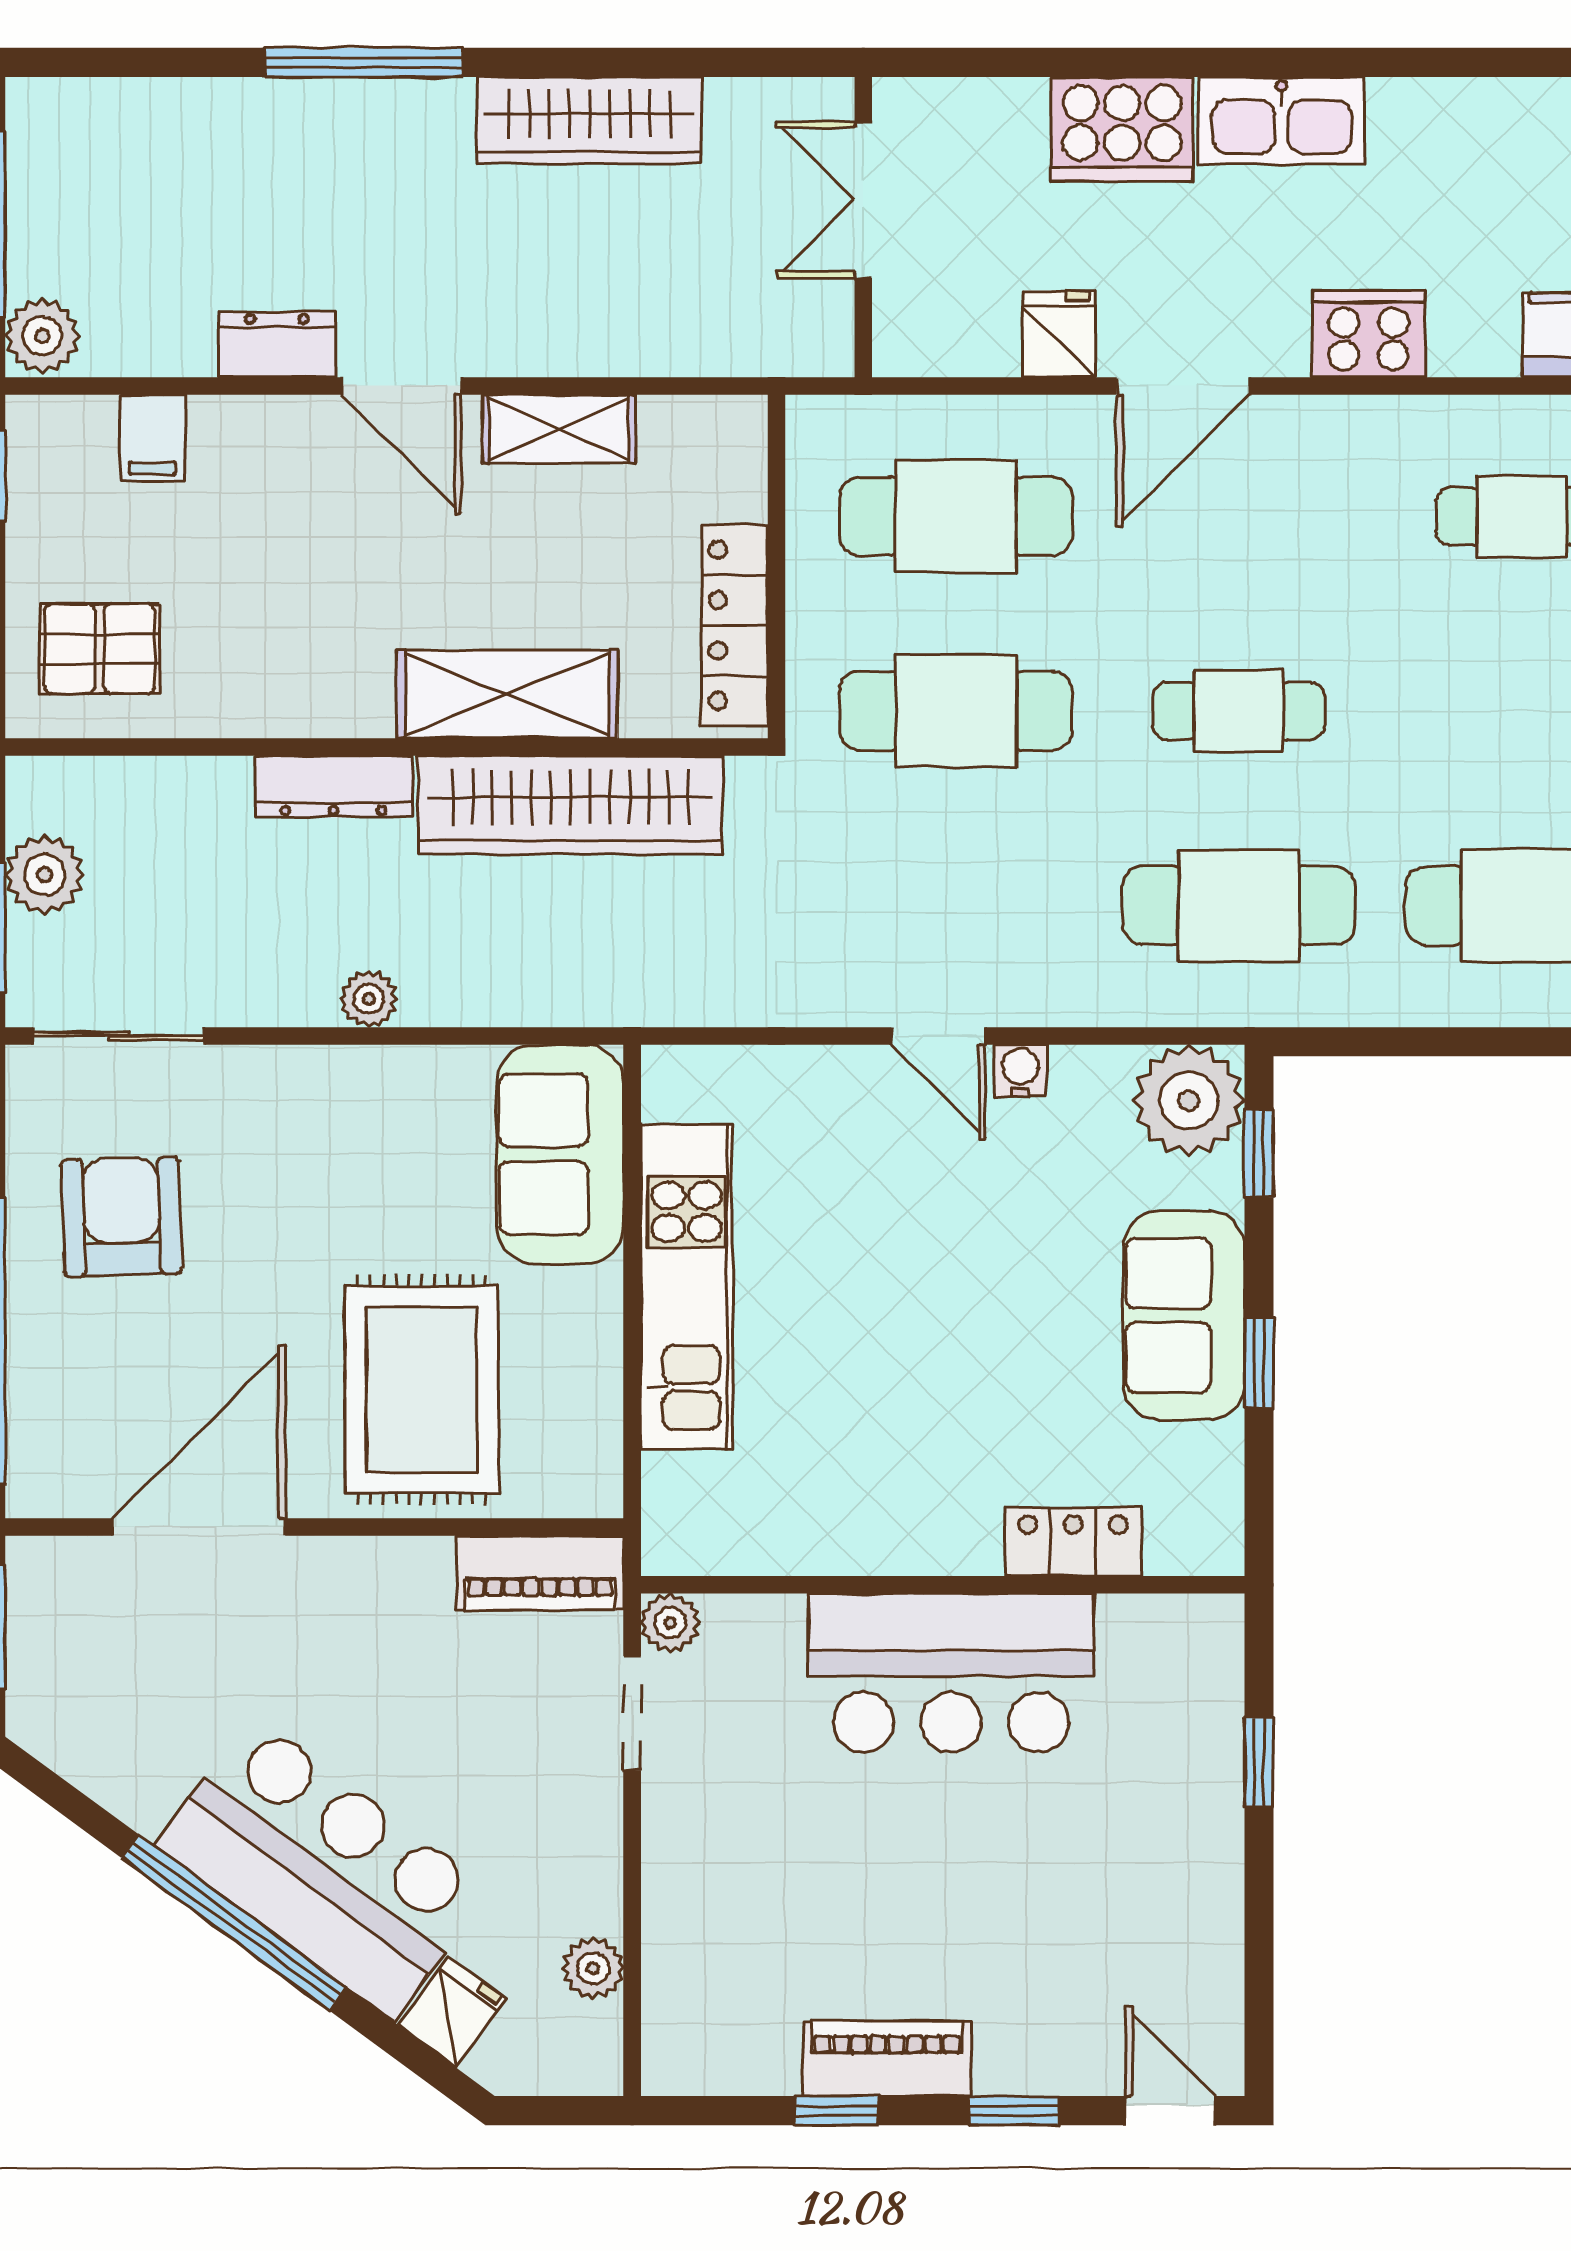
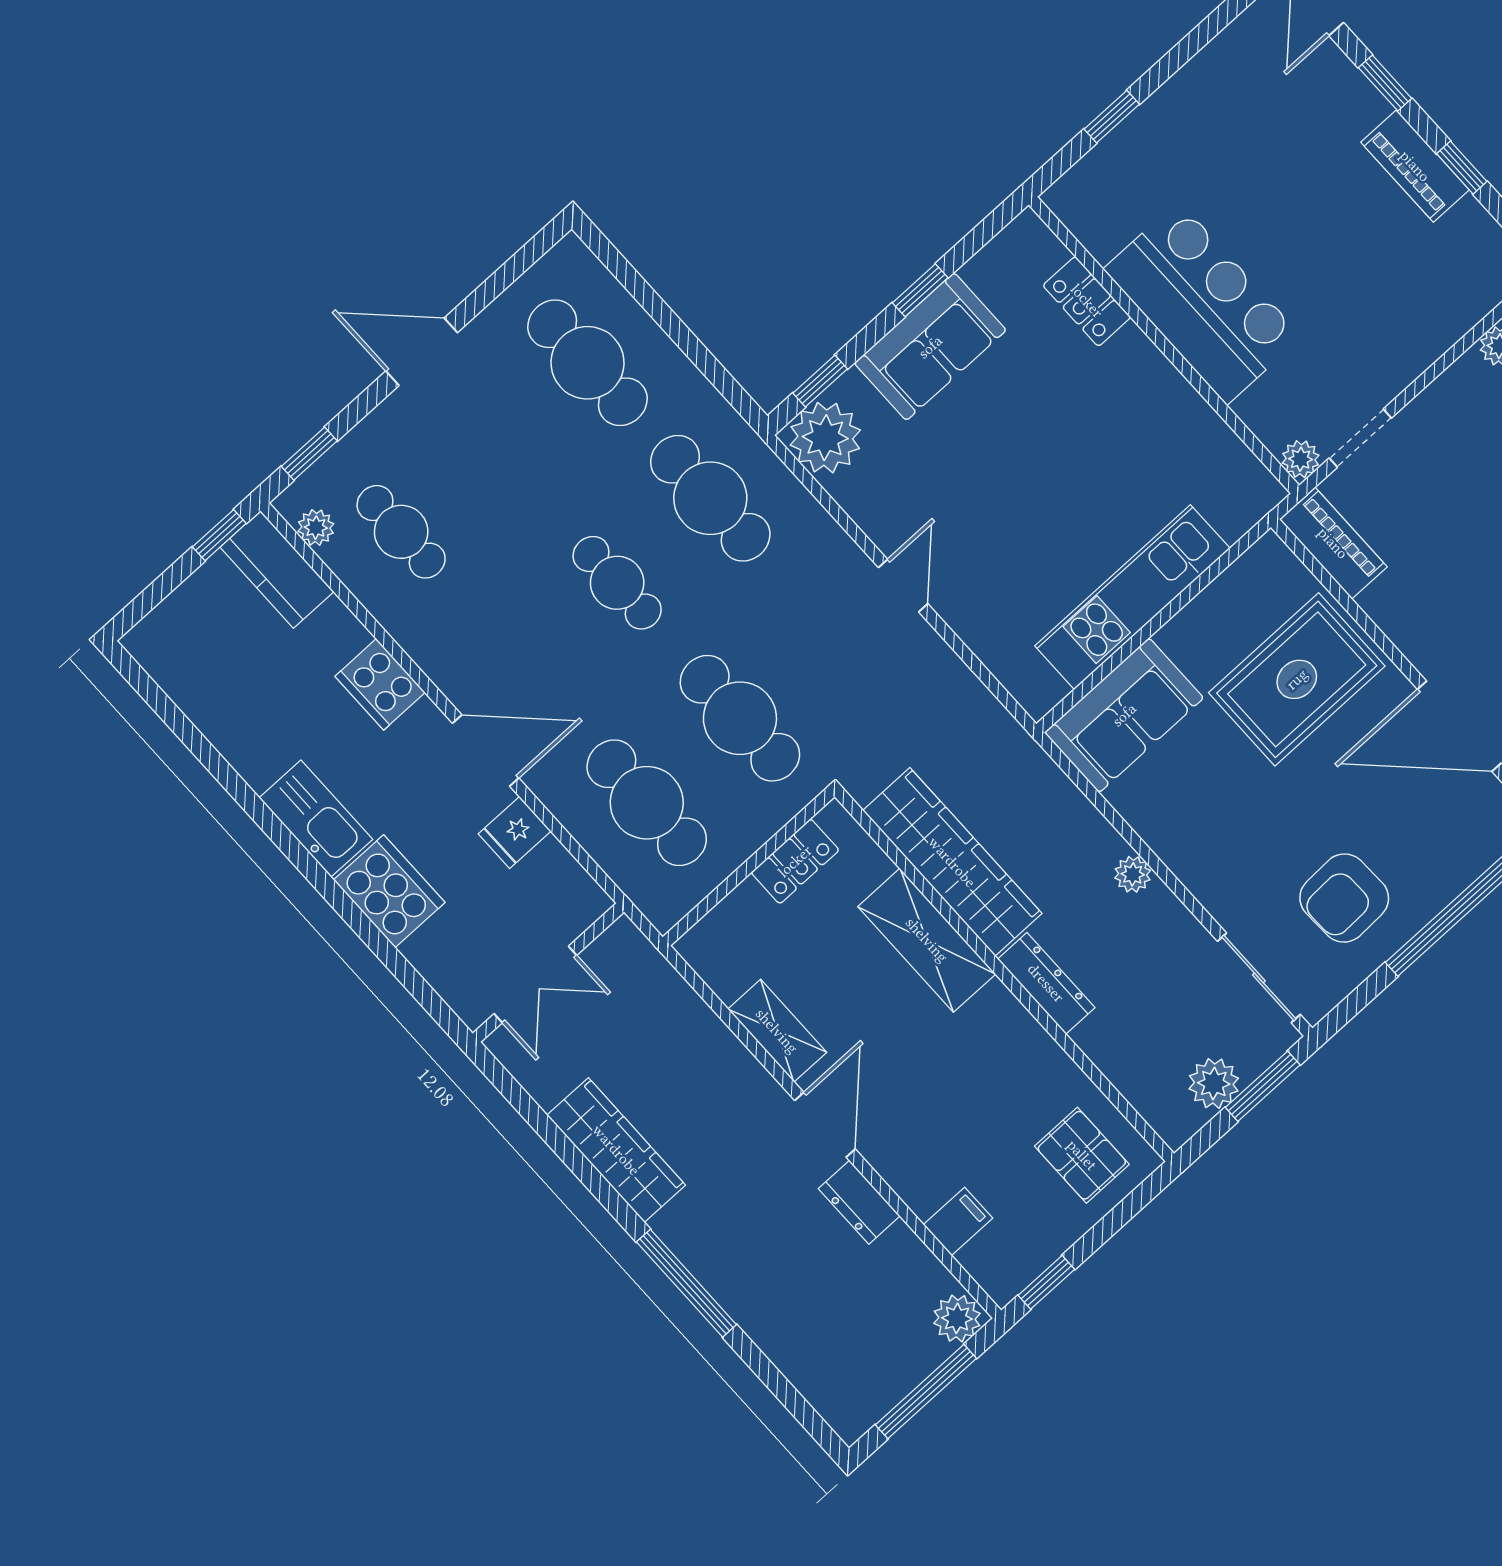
locker: (735, 625) -> (795, 861), width x0.66
water cooler: (1021, 1071) -> (884, 531), removed

